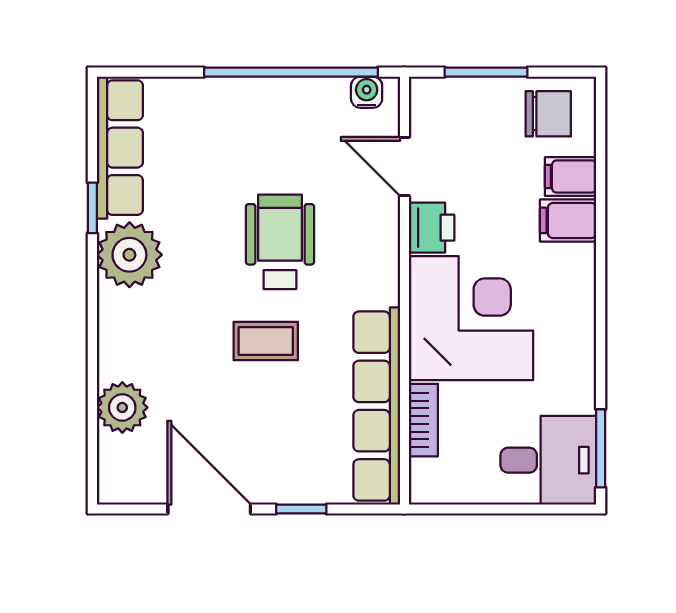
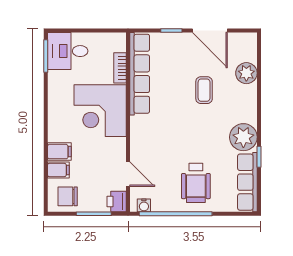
printer: (432, 228) -> (117, 201), moved
wheelchair: (280, 242) -> (196, 183), moved
coffee table: (266, 341) -> (204, 90), moved, turned 90

